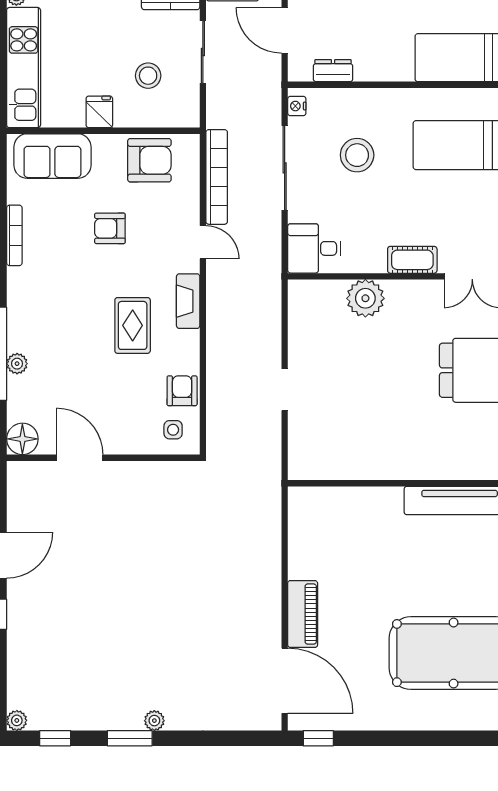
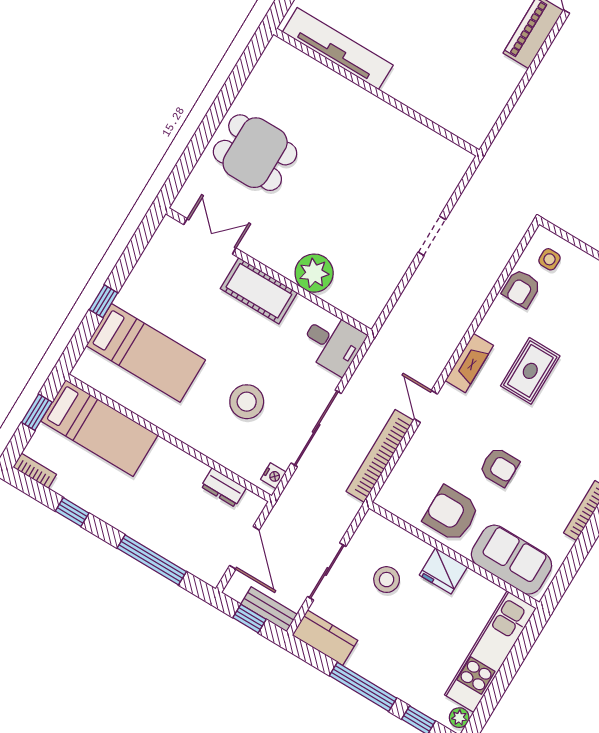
fridge: (99, 112) -> (443, 571), width x1.38
armchair: (149, 160) -> (451, 514), moved
cot: (412, 260) -> (259, 291), width x1.37, depth x1.34

